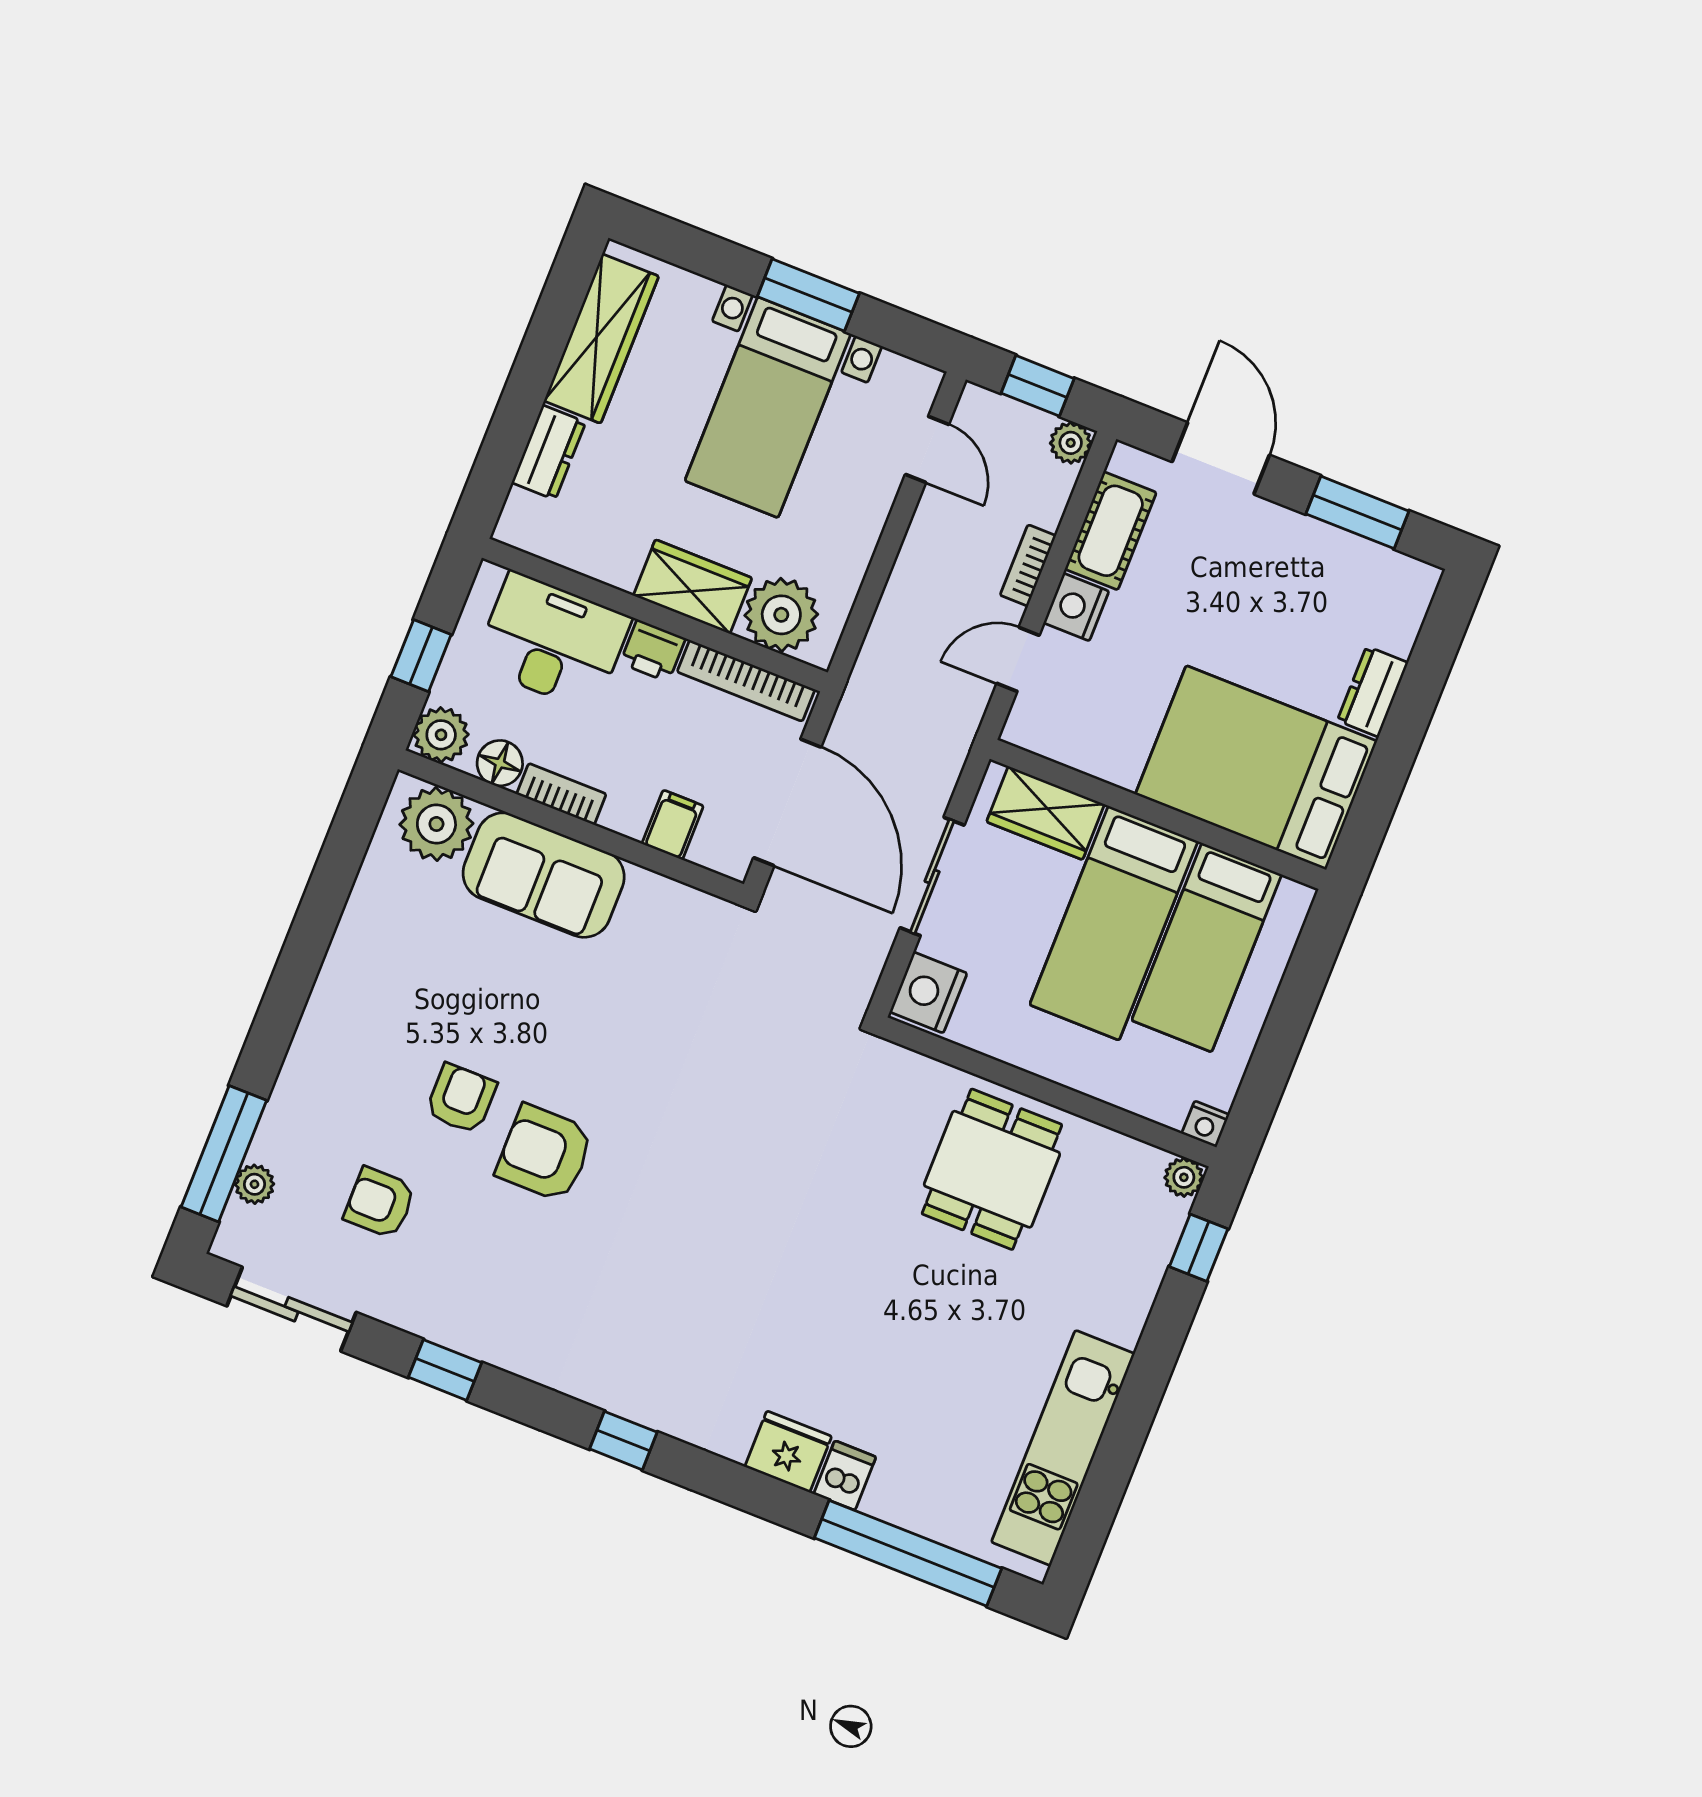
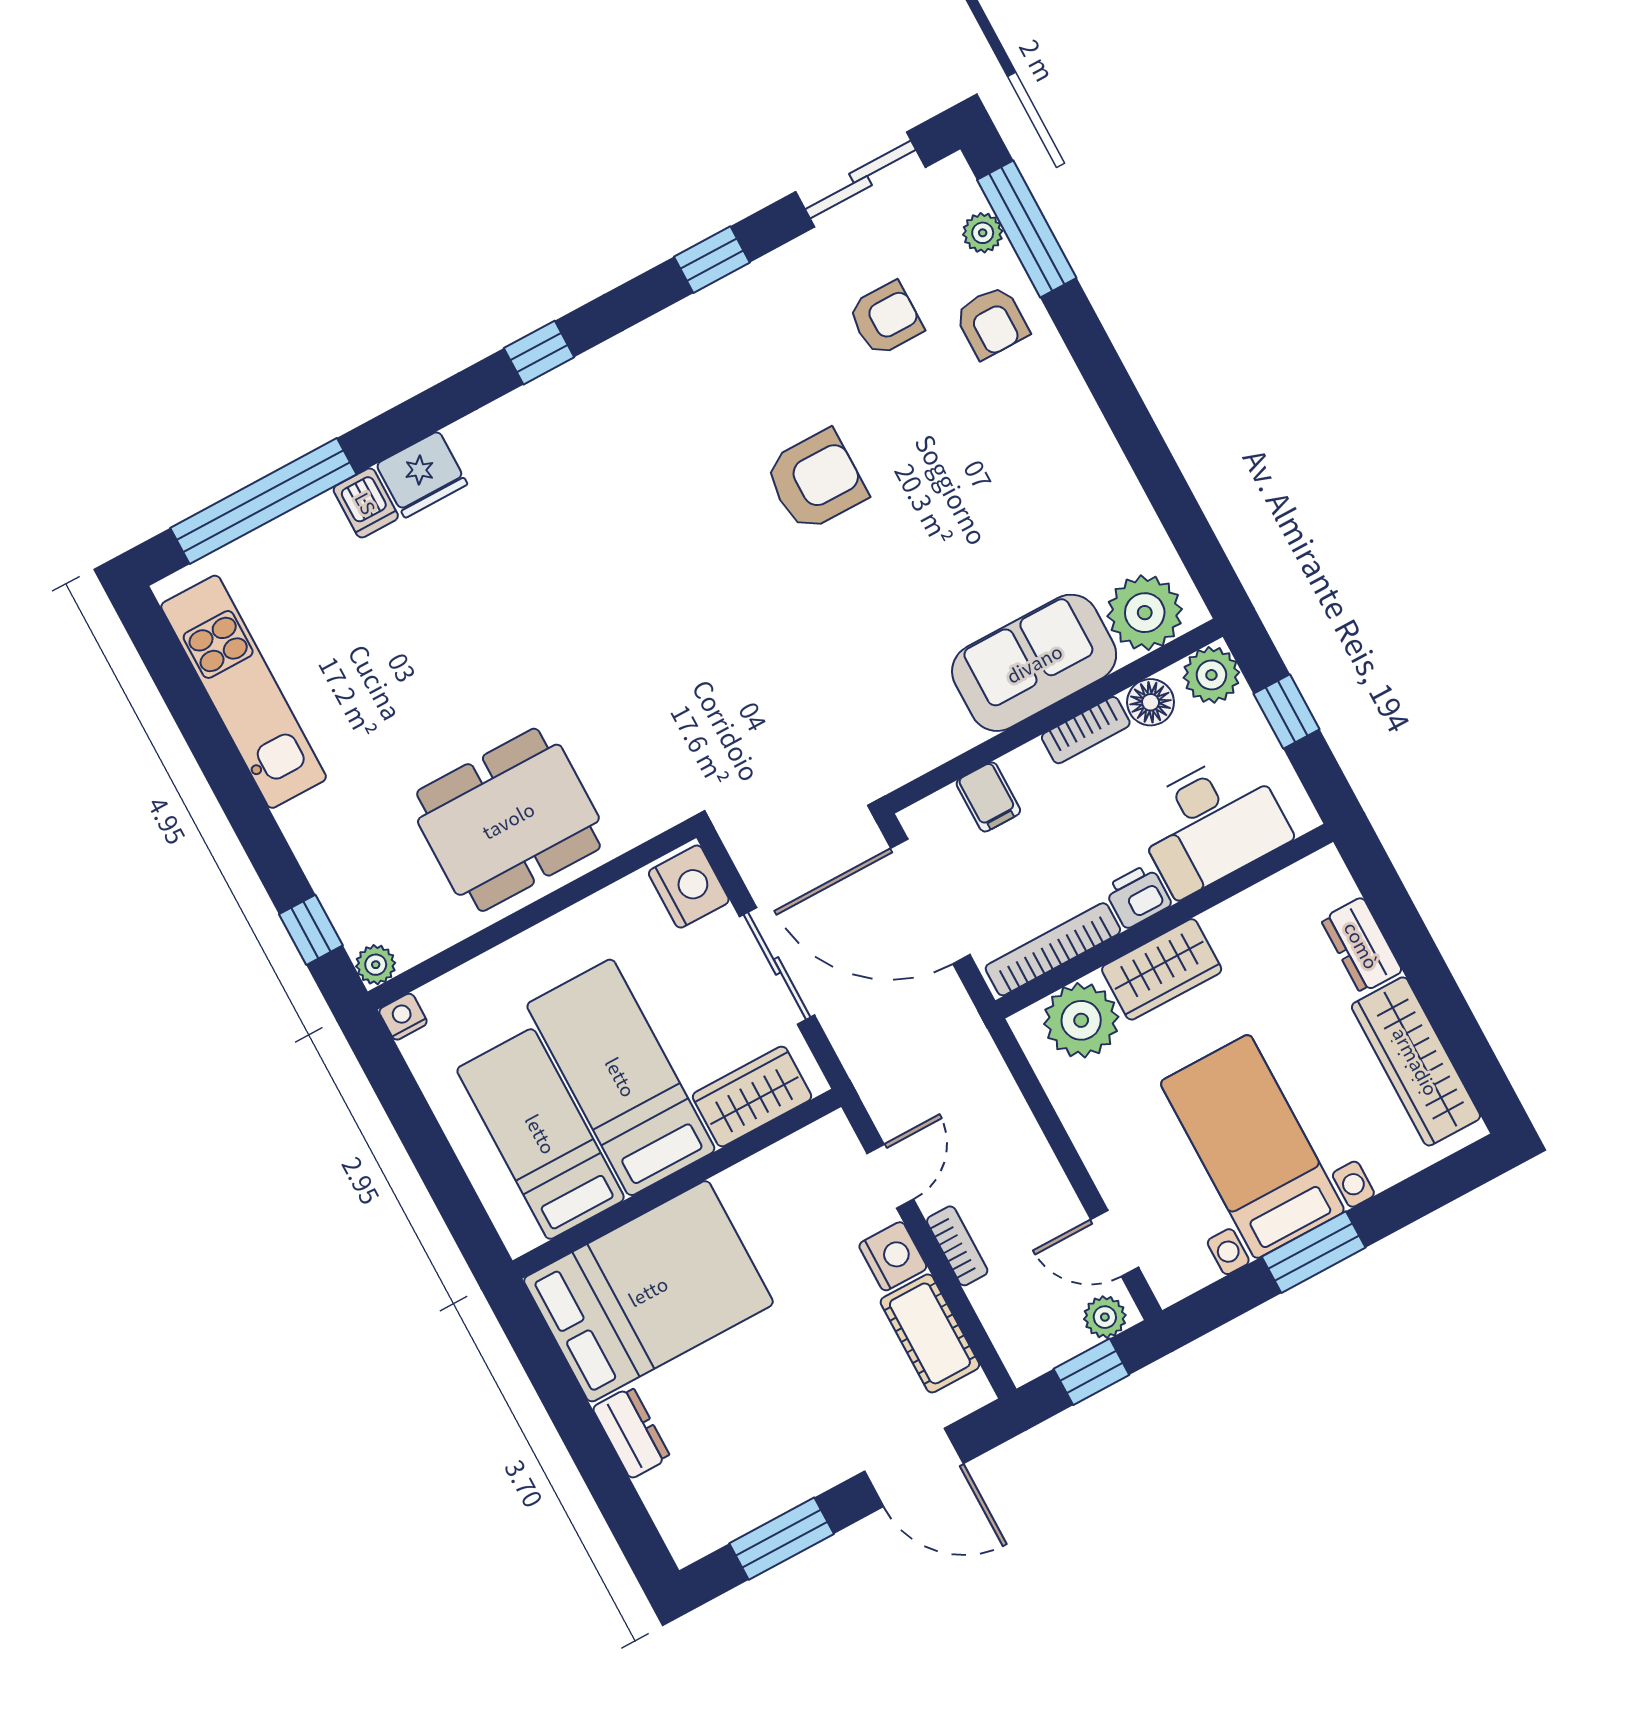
plant: (1071, 443) -> (1105, 1317), moved
armchair: (461, 1099) -> (992, 322), moved
dining table: (992, 1169) -> (508, 820), width x1.37

